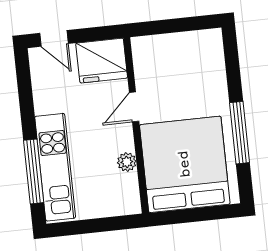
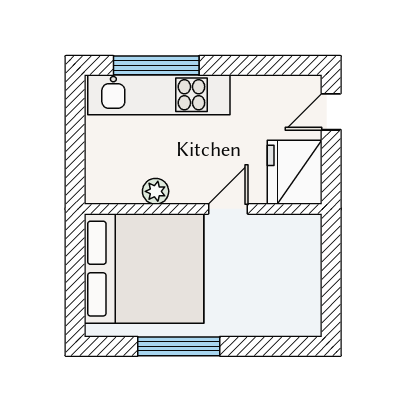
door: (134, 107) -> (228, 209), hinge flipped

